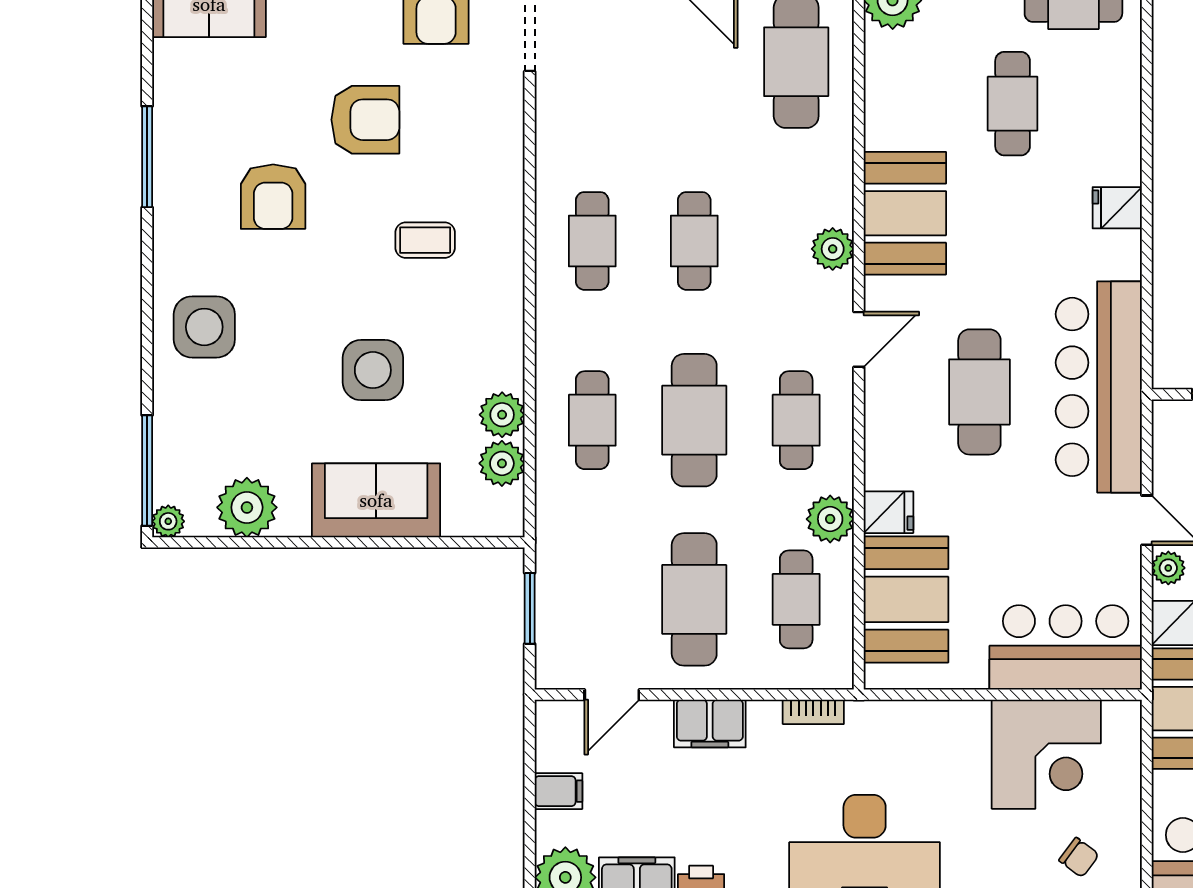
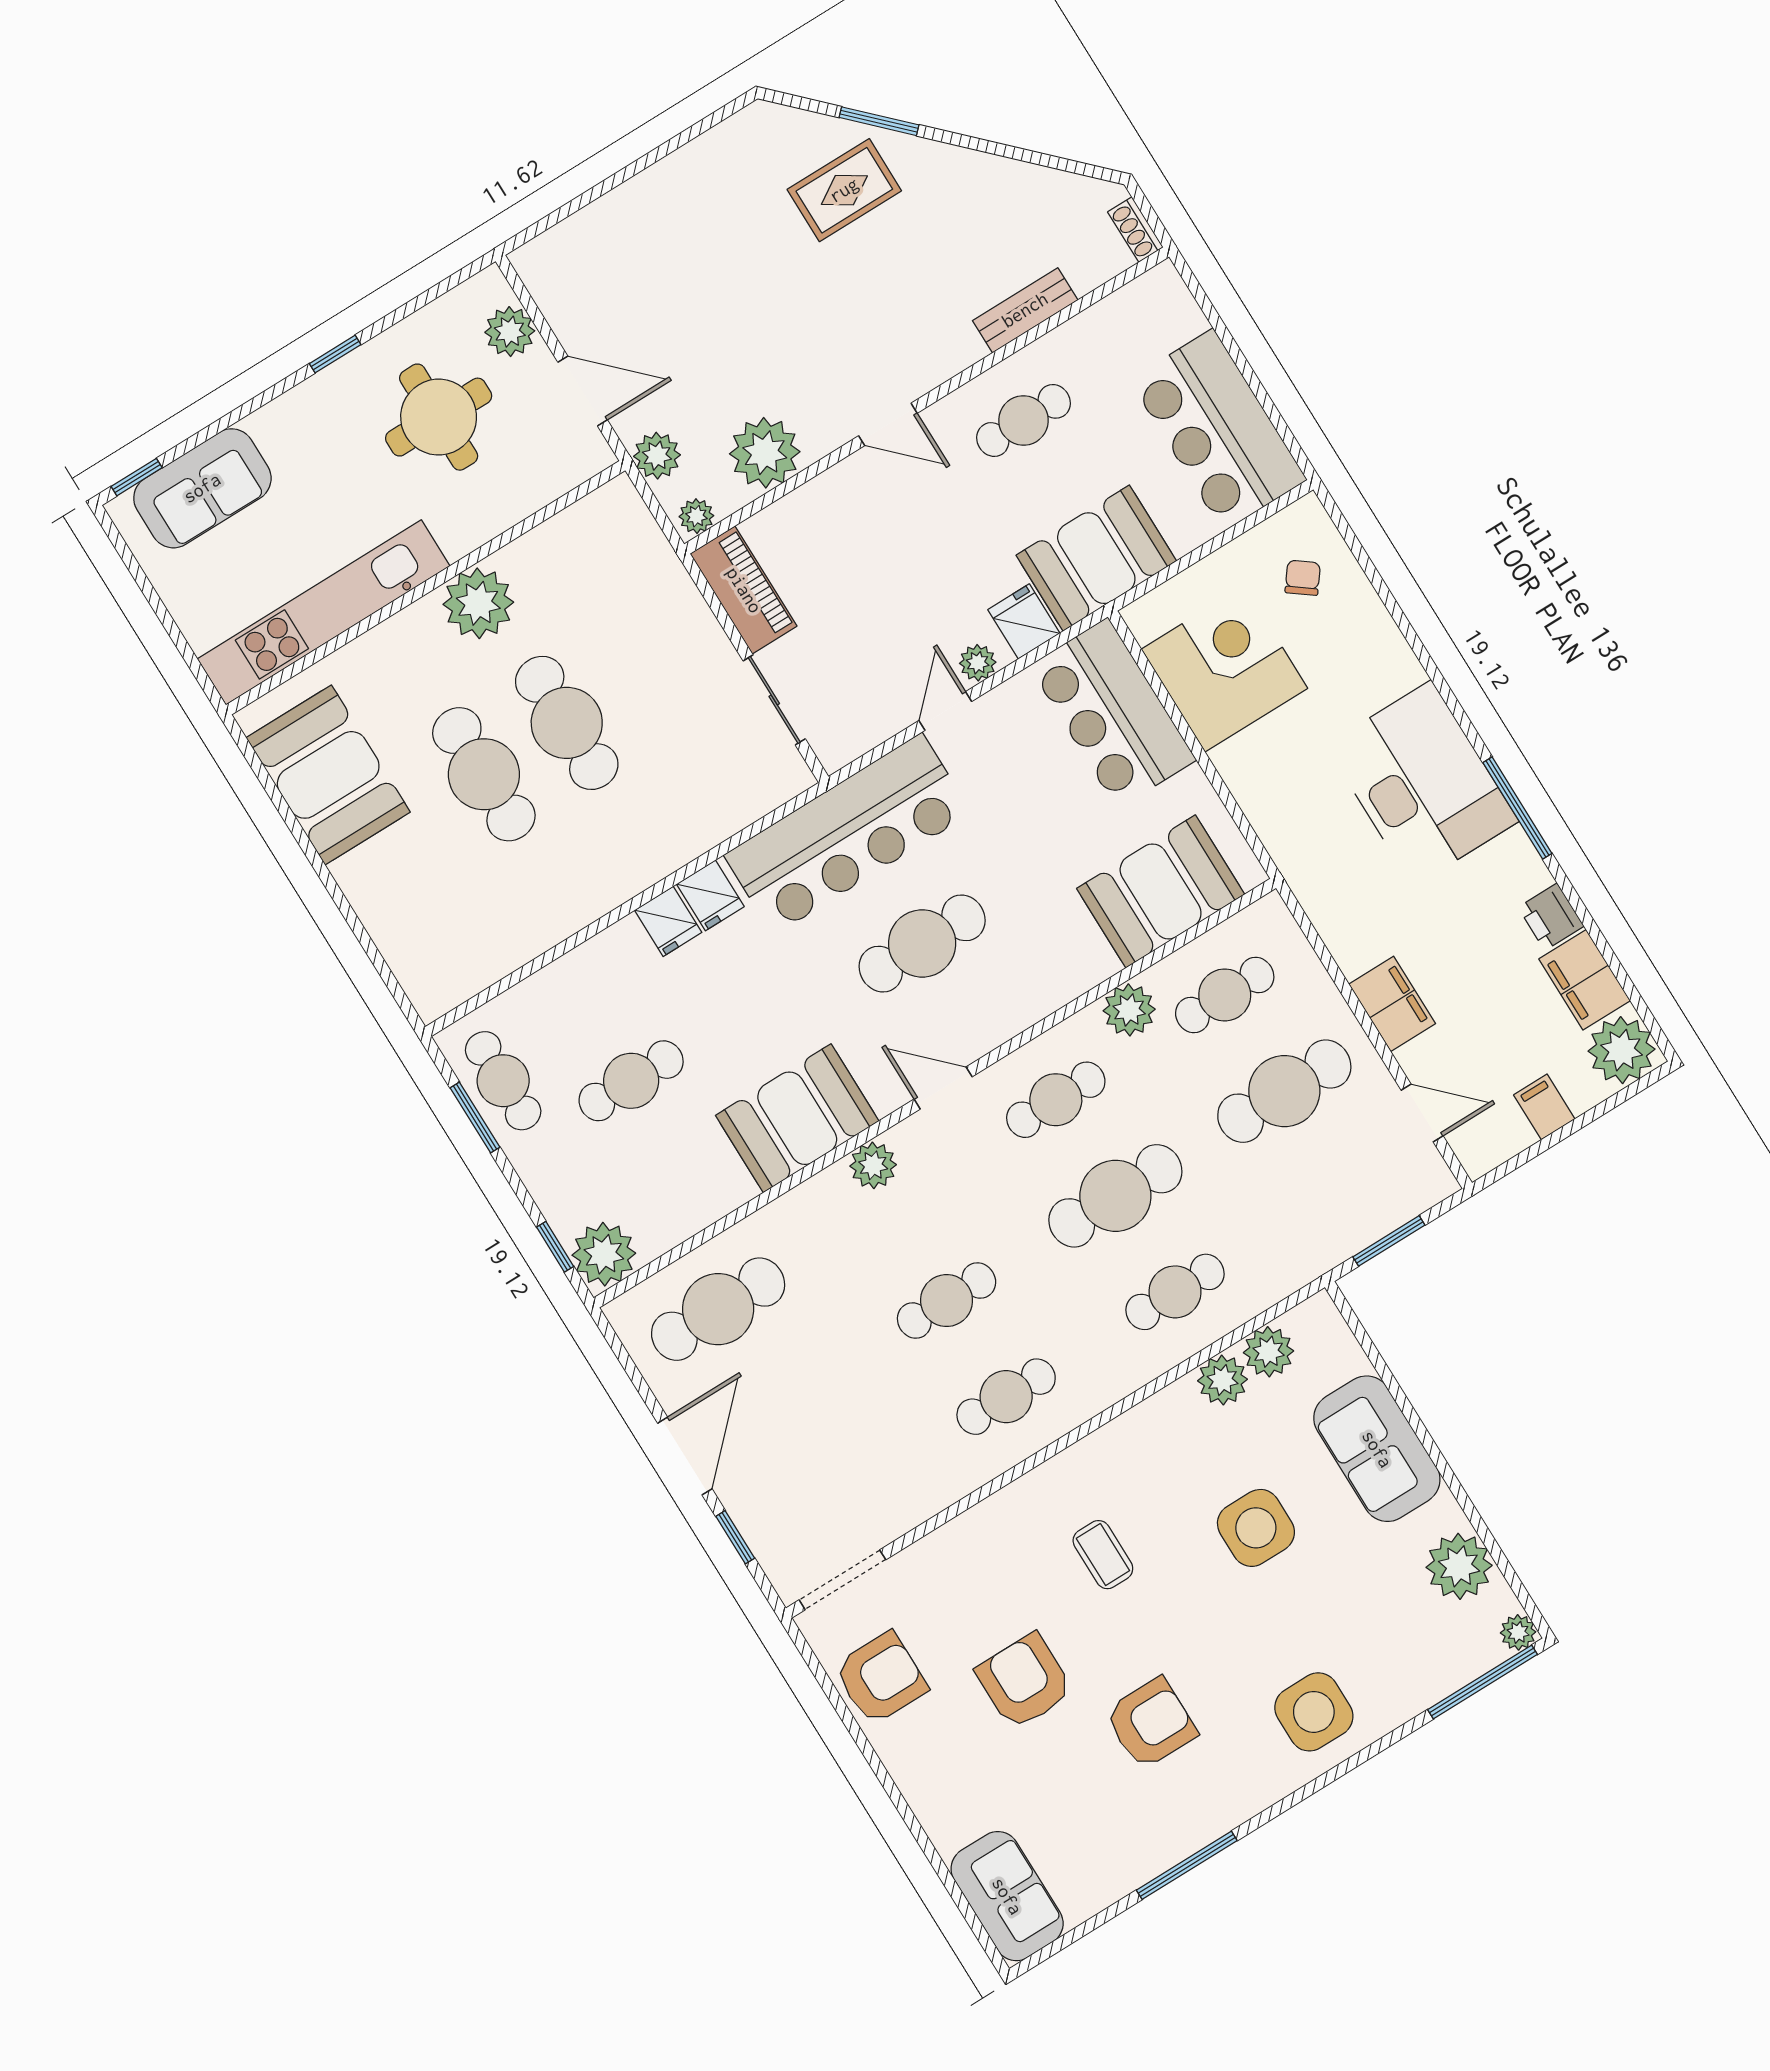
fridge: (888, 512) -> (710, 895), moved, turned 180
bookcase: (813, 712) -> (1321, 913), removed

